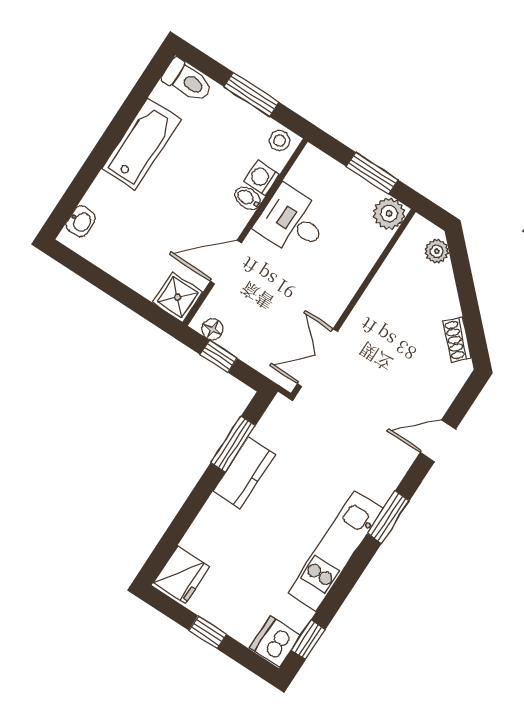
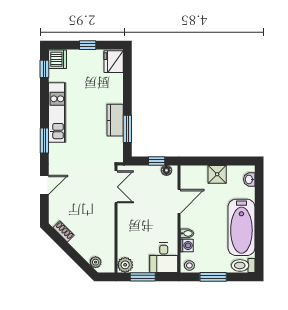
bathtub: (141, 144) -> (241, 227), width x1.36, depth x1.36
desk: (292, 221) -> (164, 258), moved, turned 90
shower: (178, 297) -> (217, 174), moved

